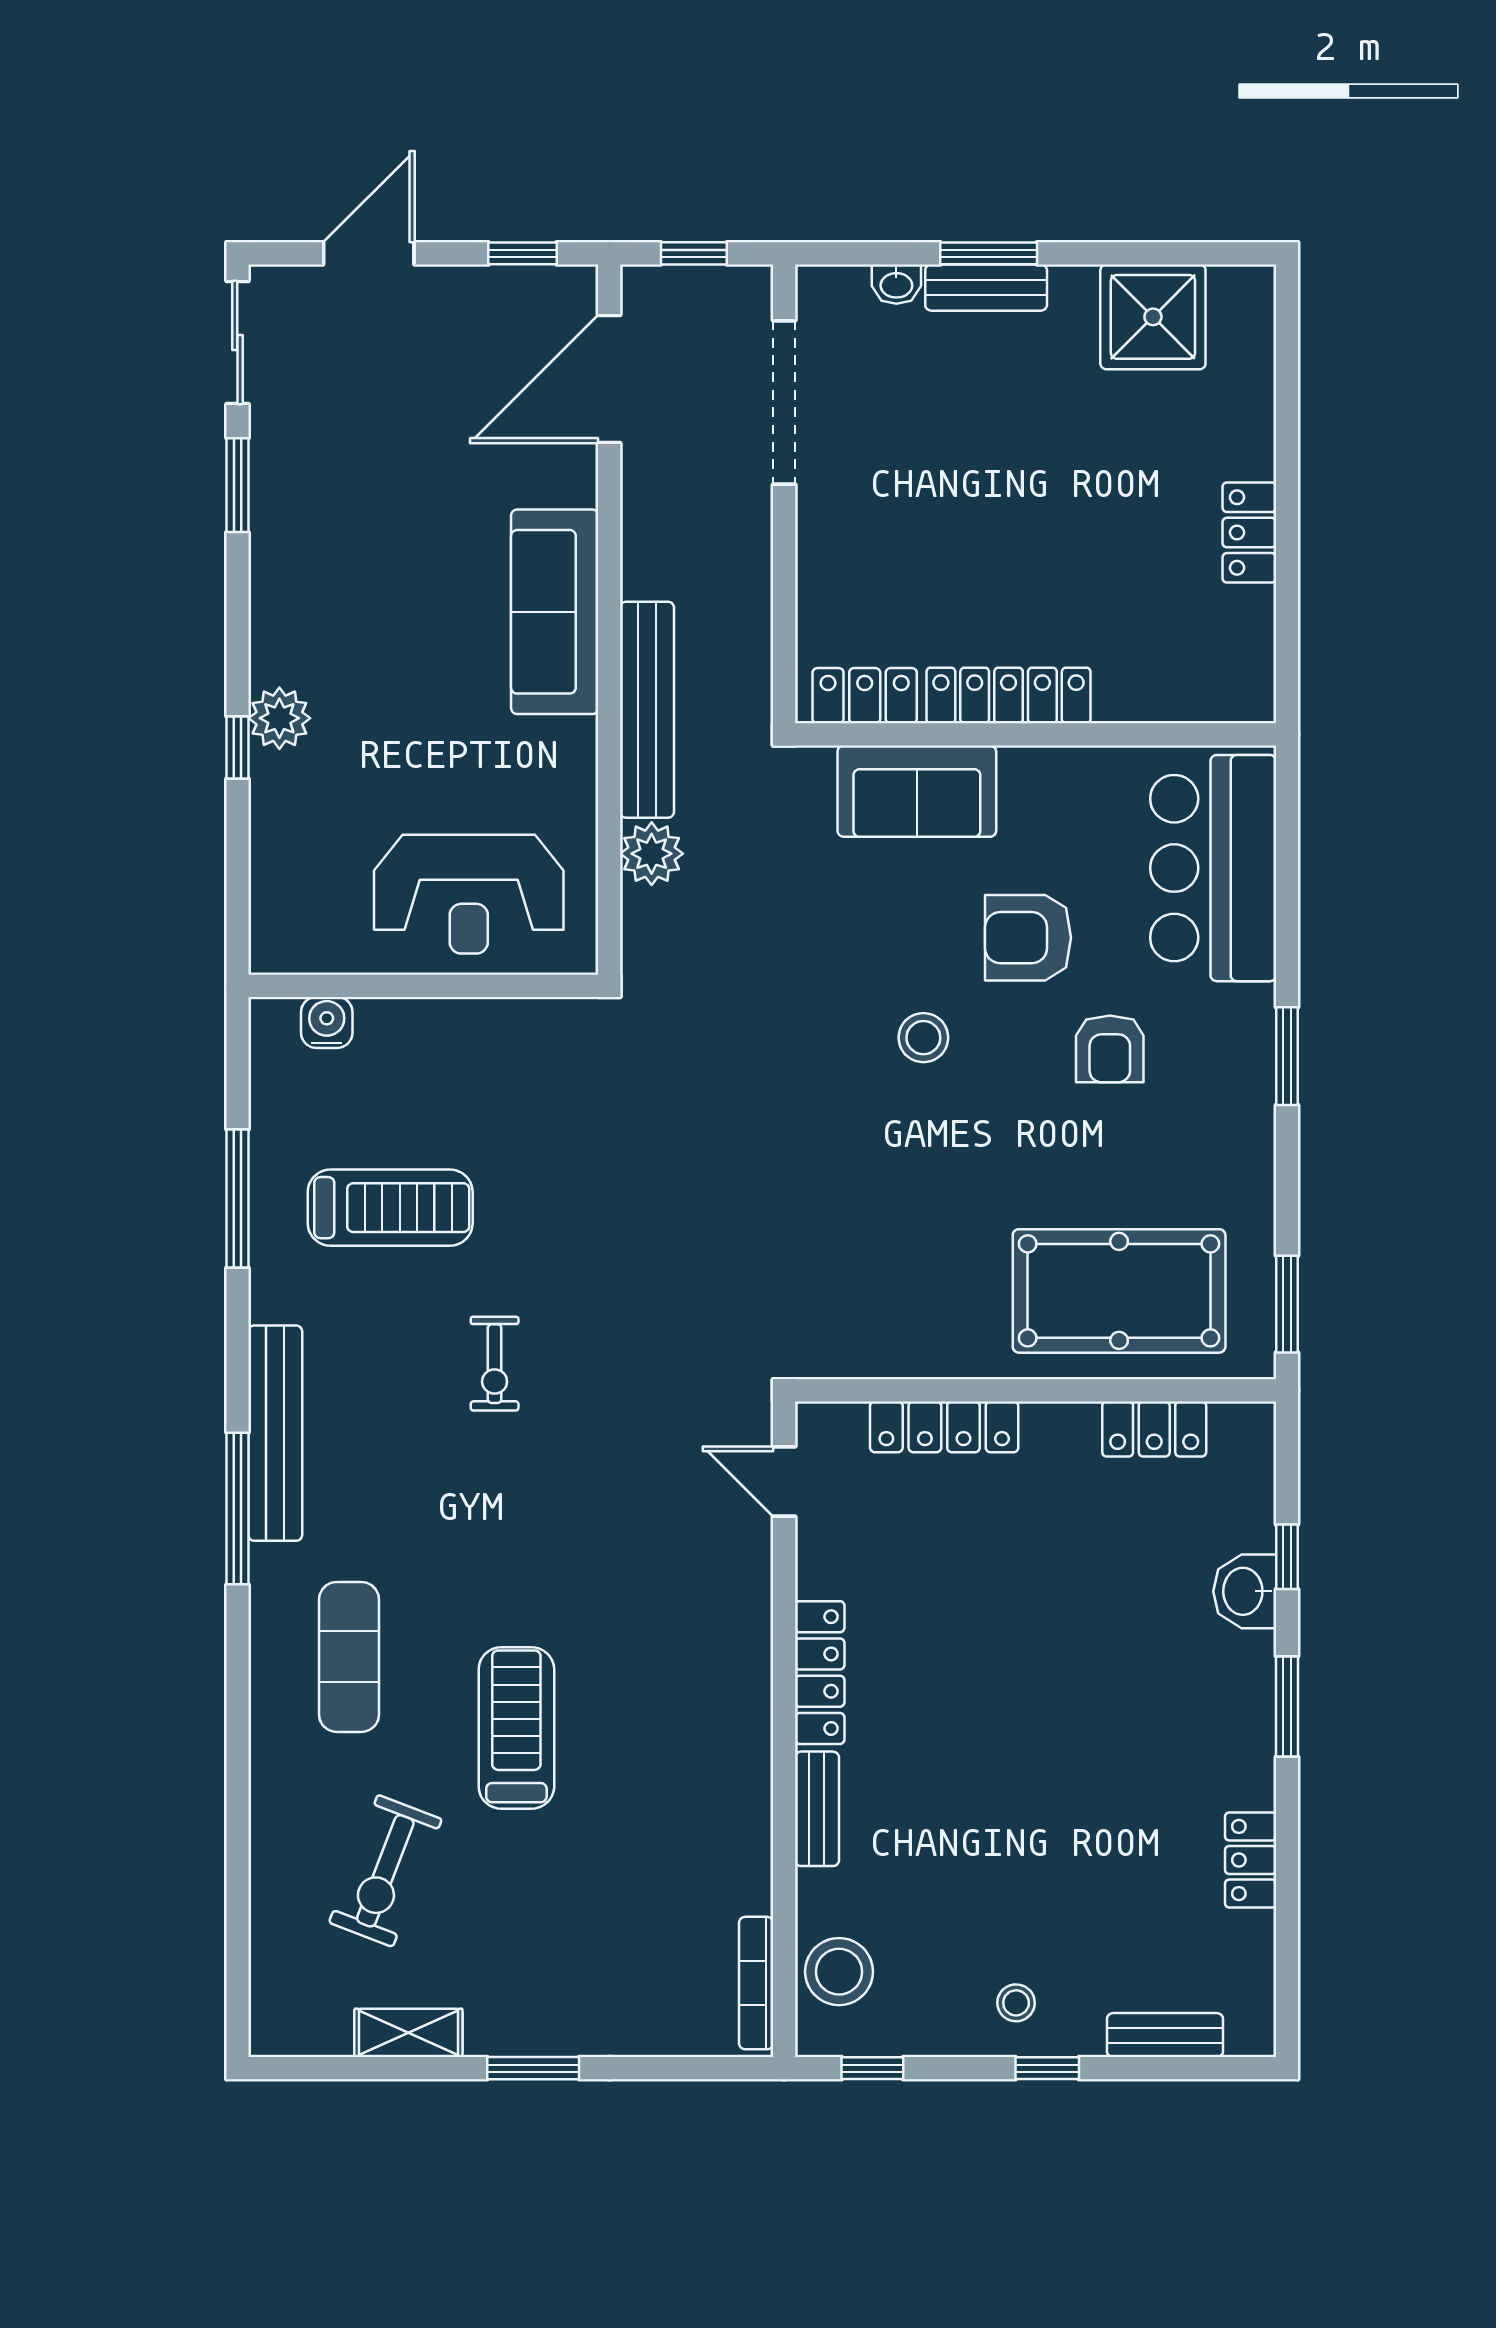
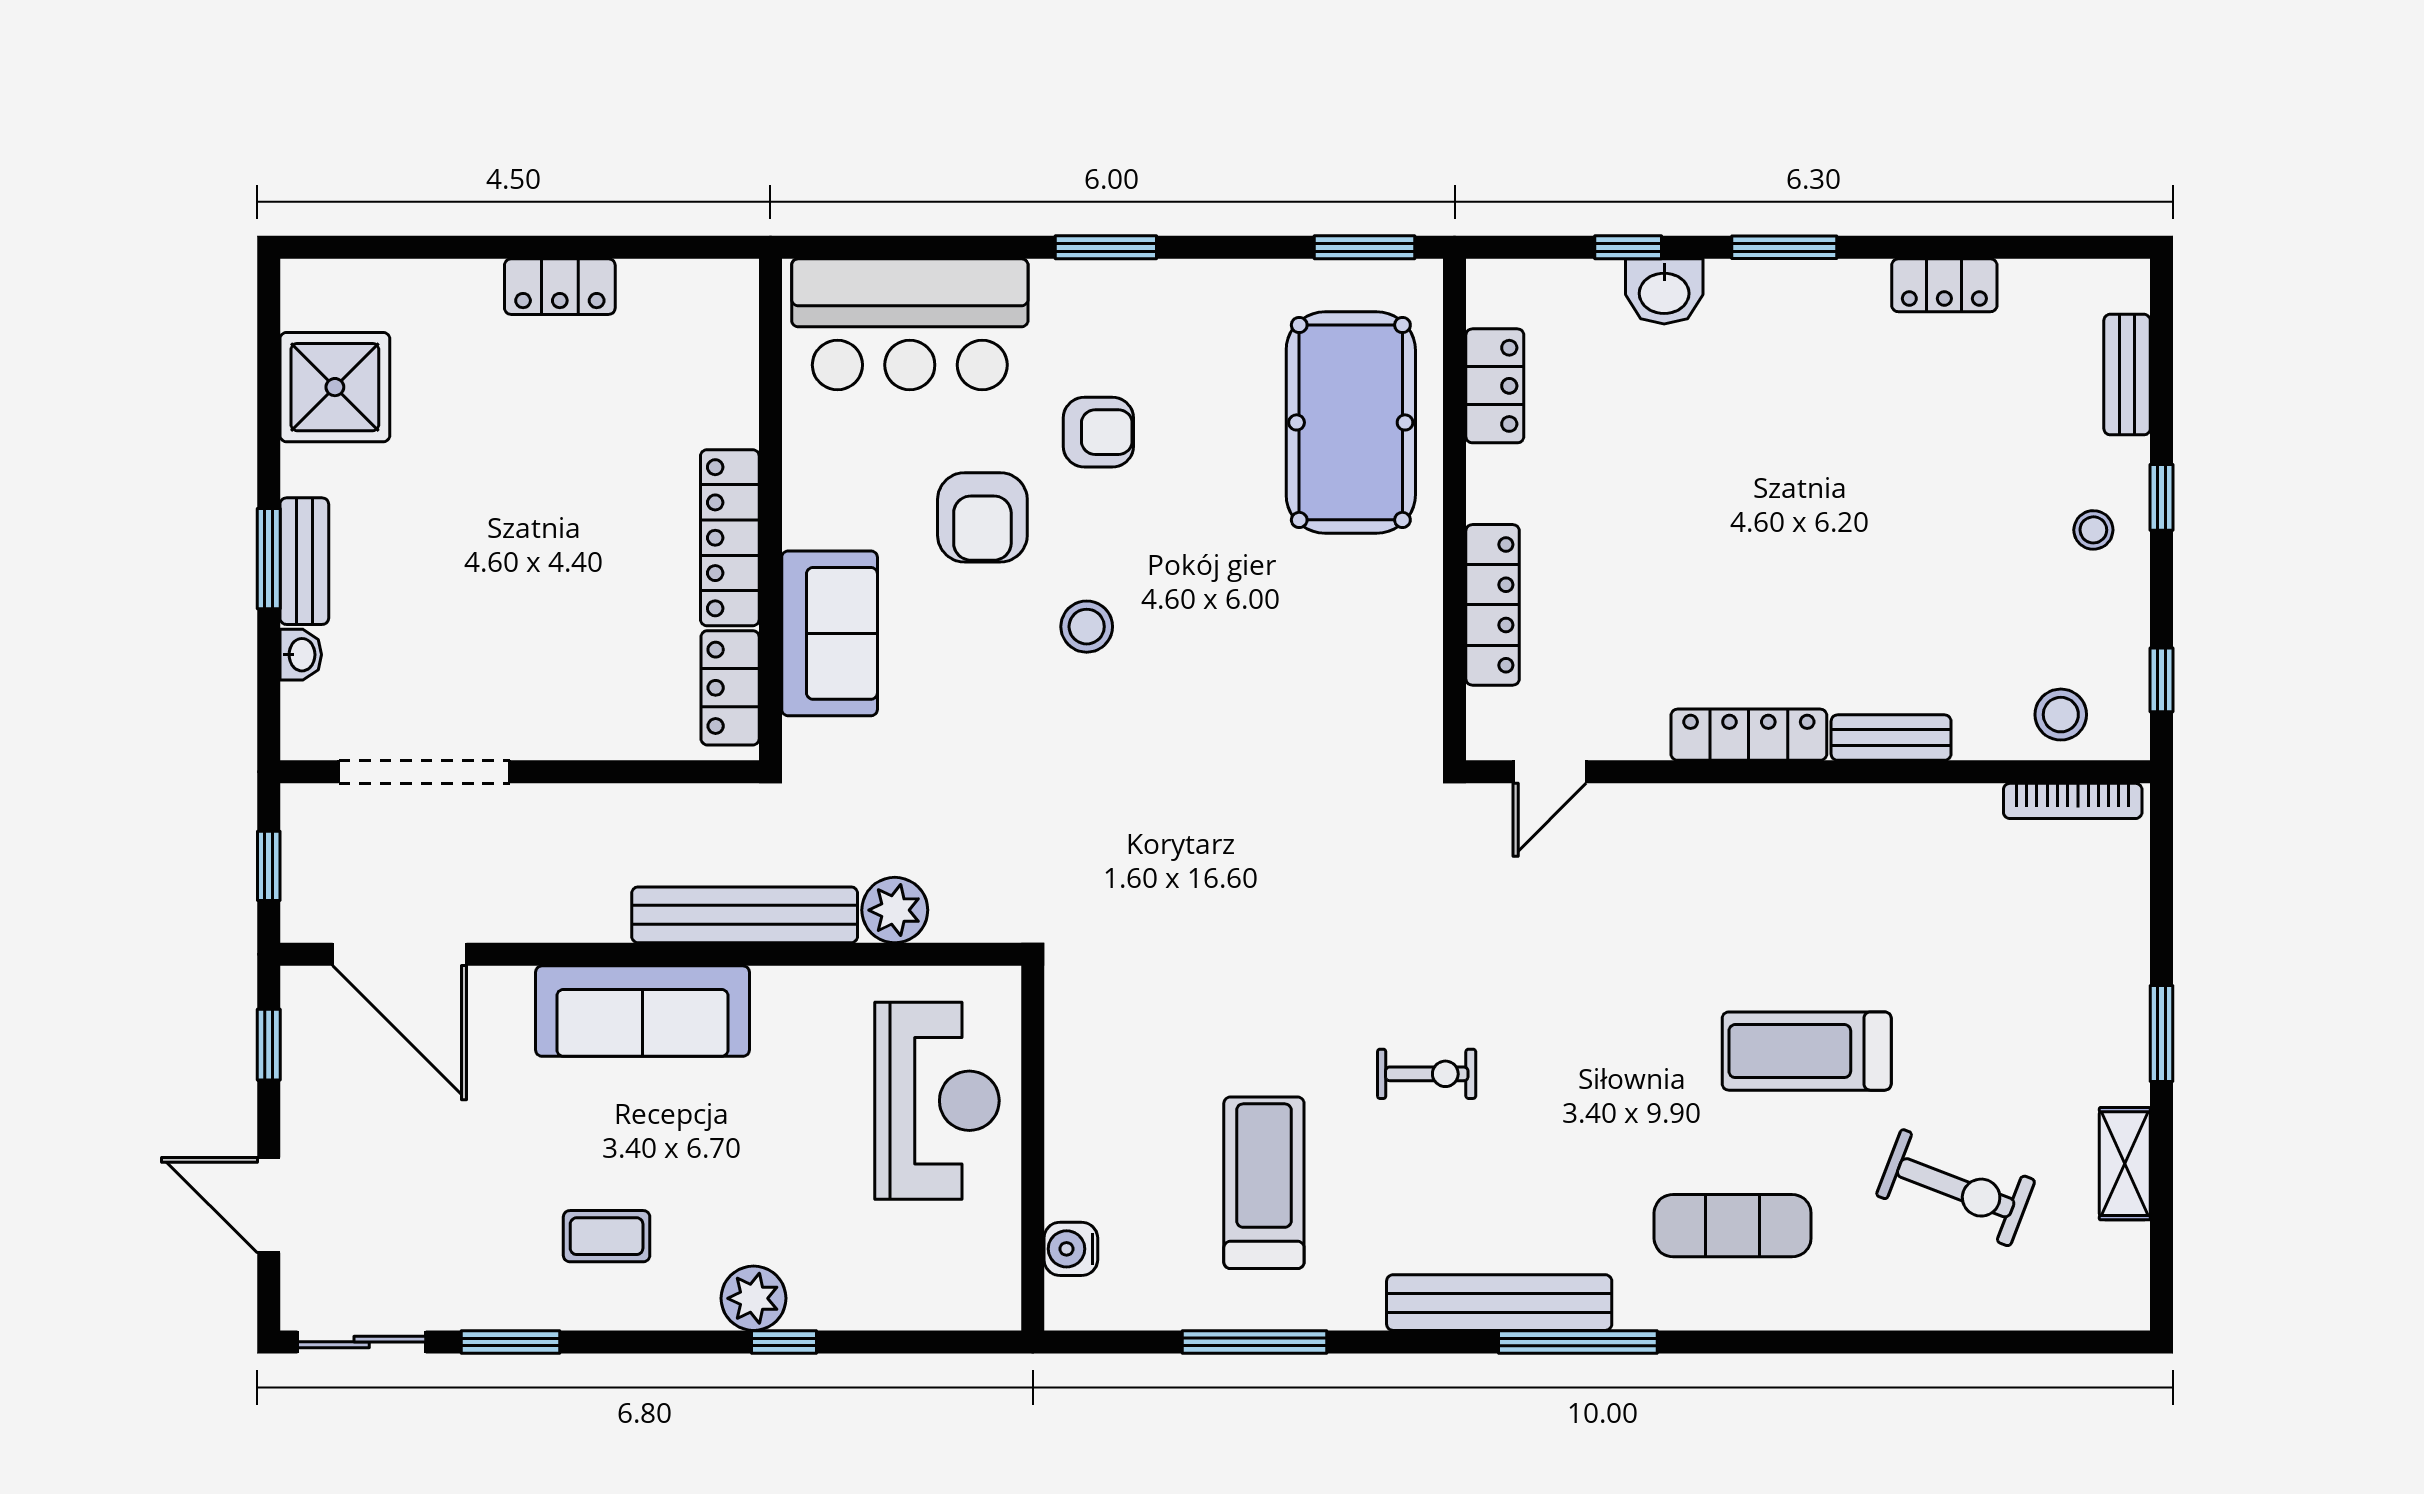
coffee table: (339, 577) -> (607, 1236), added
stool: (839, 1972) -> (2061, 715), width x0.73, depth x0.73

